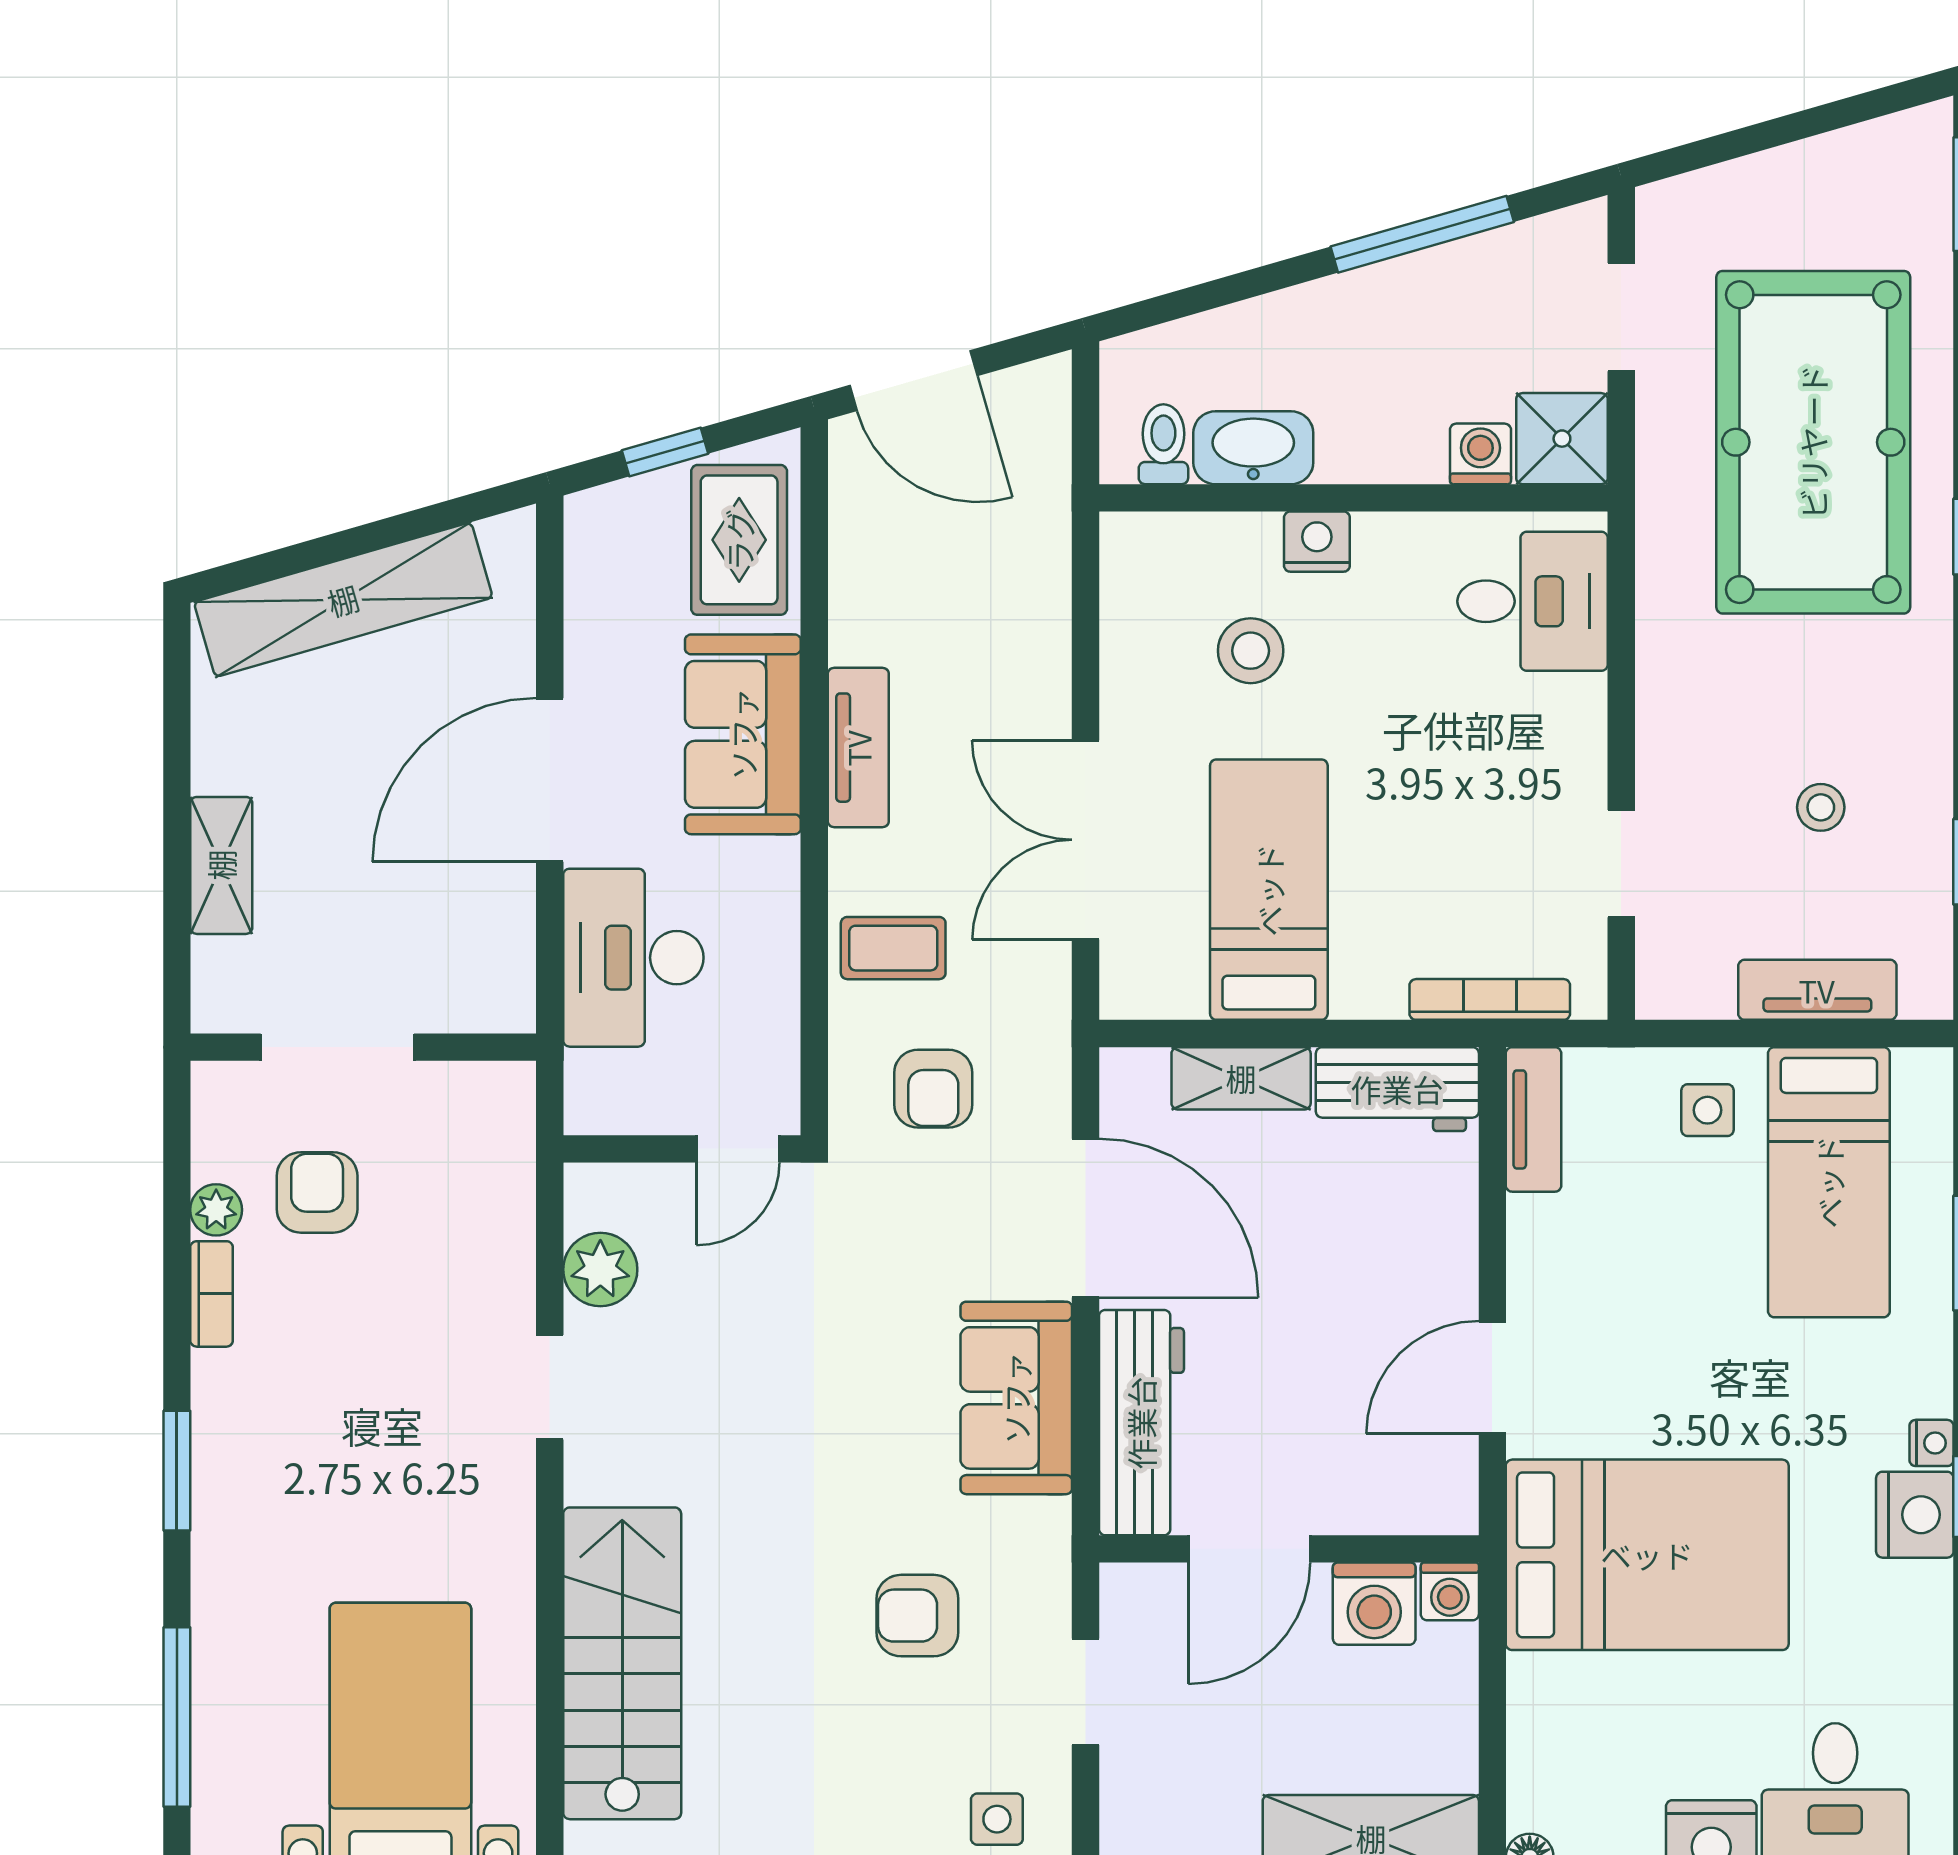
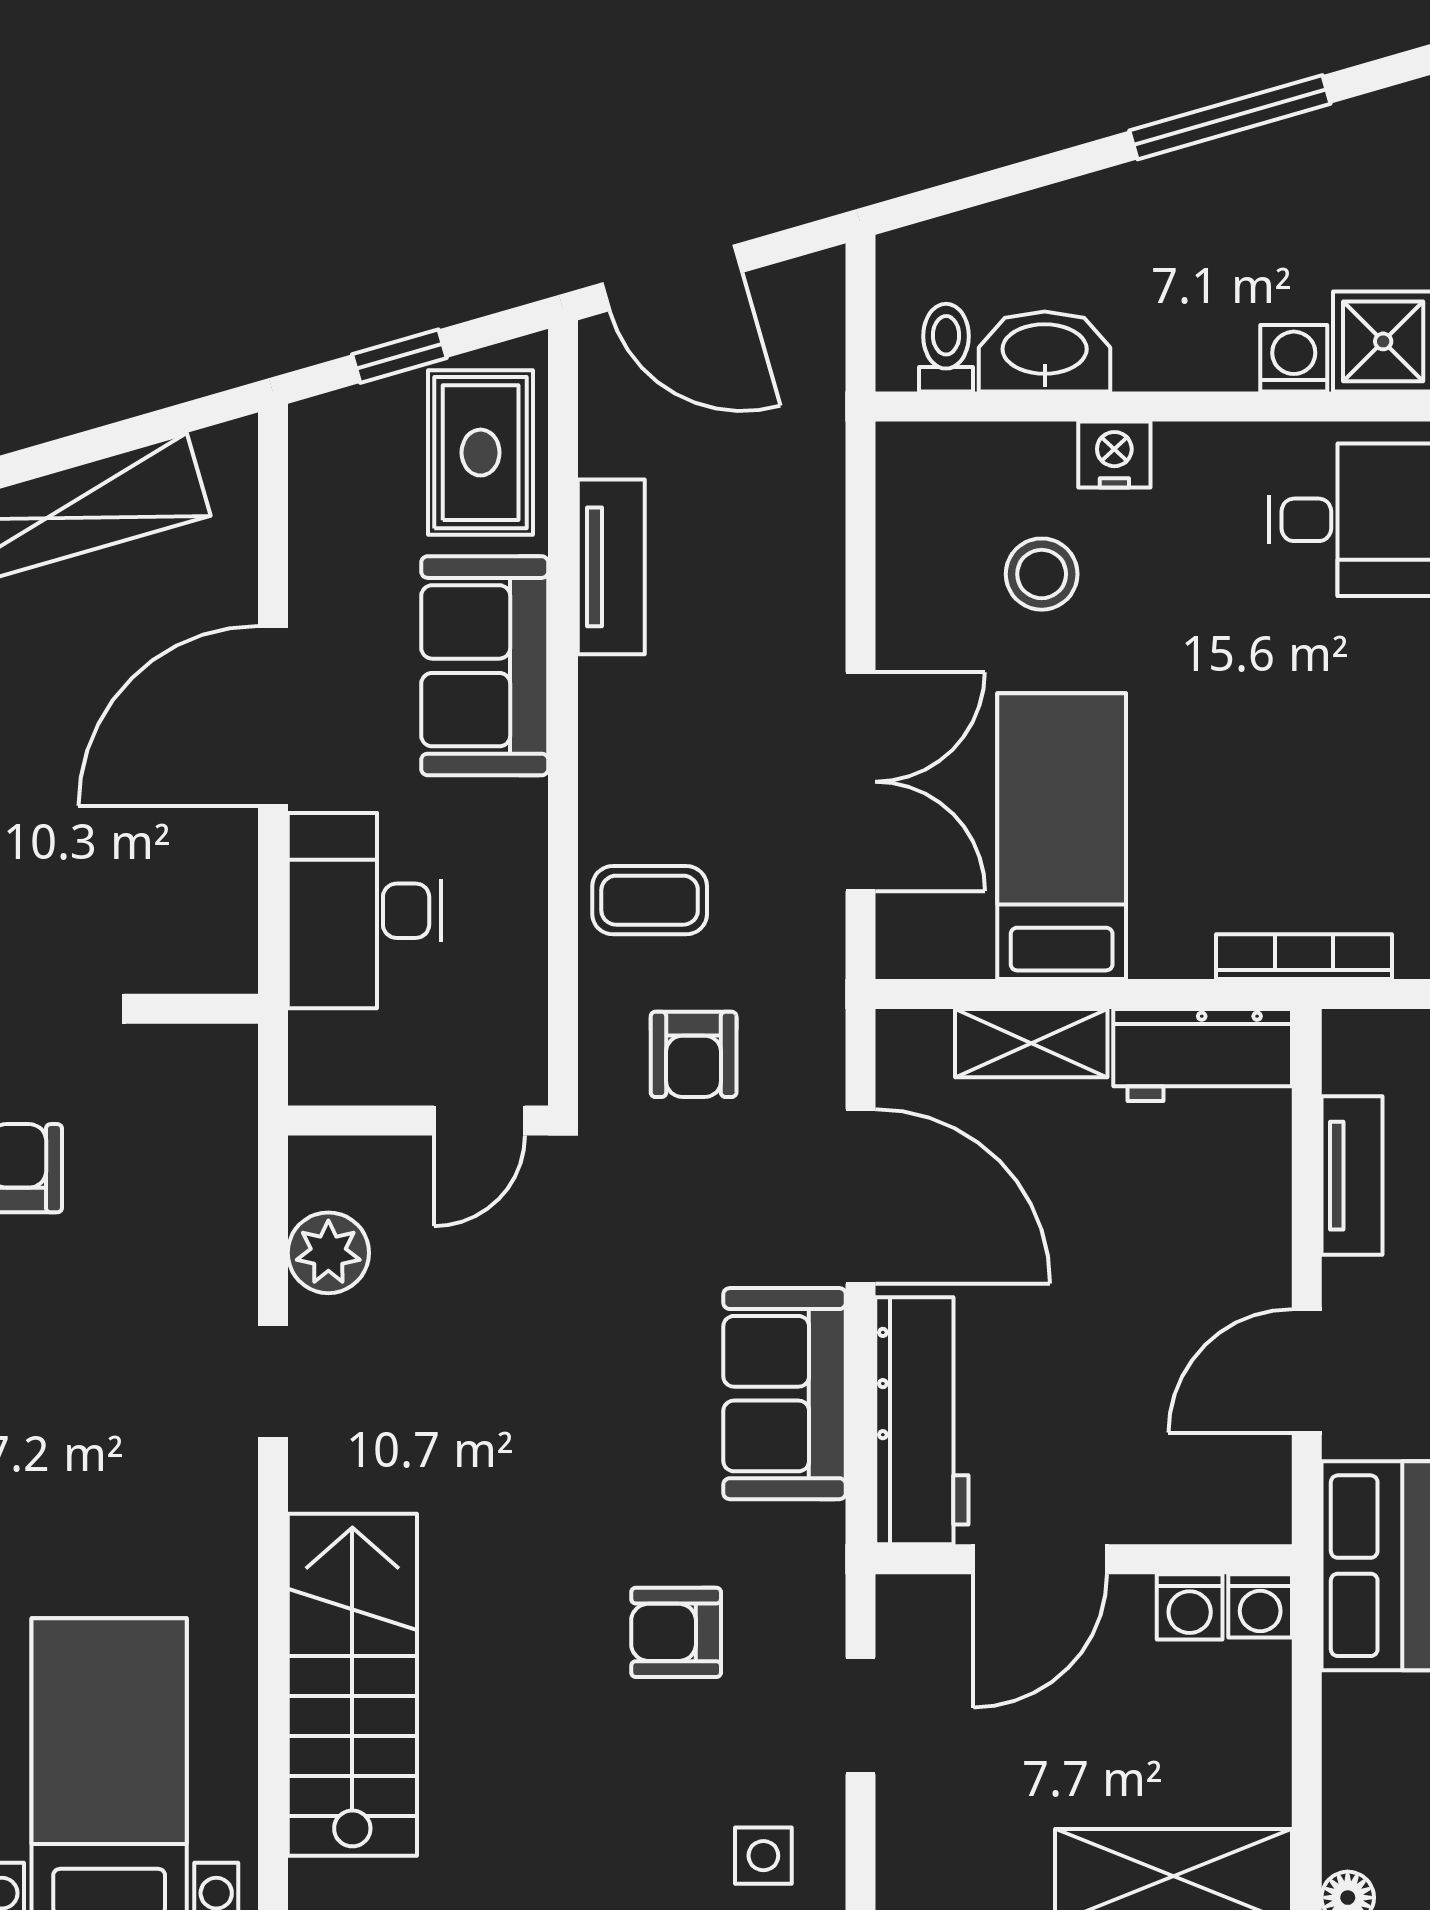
tv unit: (858, 748) -> (611, 567), moved
double door: (1086, 840) -> (861, 782), swing flipped
tv unit: (1534, 1119) -> (1352, 1176), moved
washing machine: (1374, 1604) -> (1190, 1607), width x0.73, depth x0.73

